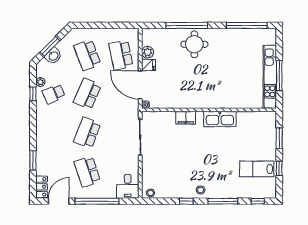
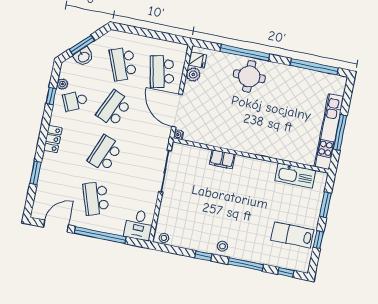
fridge: (148, 65) -> (197, 60), moved
kitchen sink: (220, 119) -> (295, 175), moved
locker: (42, 187) -> (53, 139), moved

